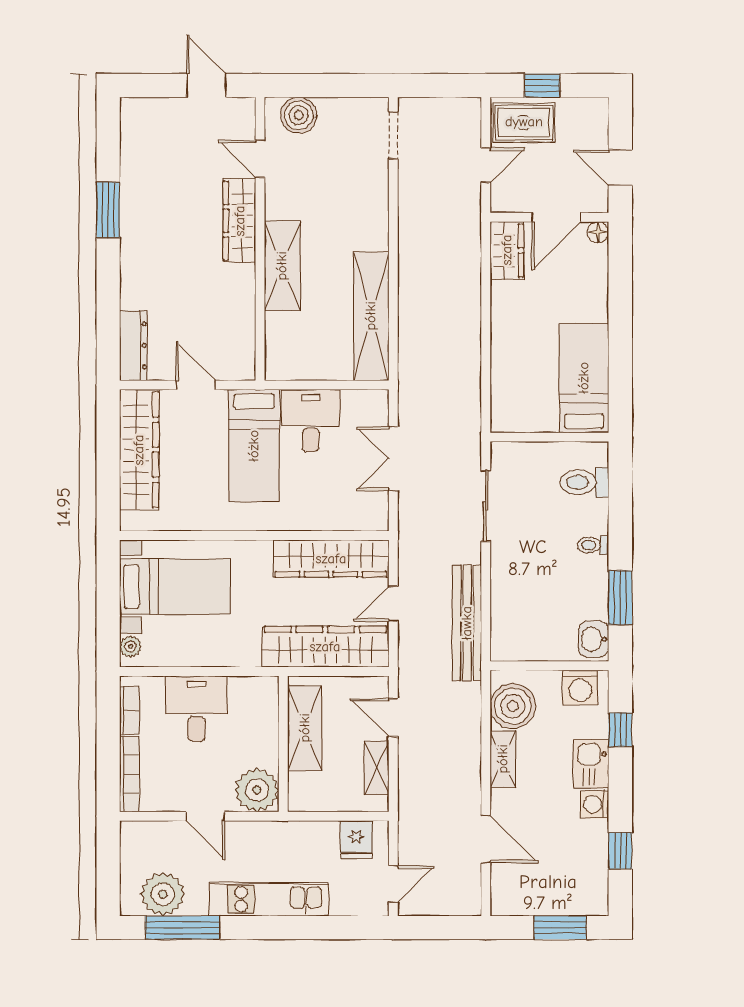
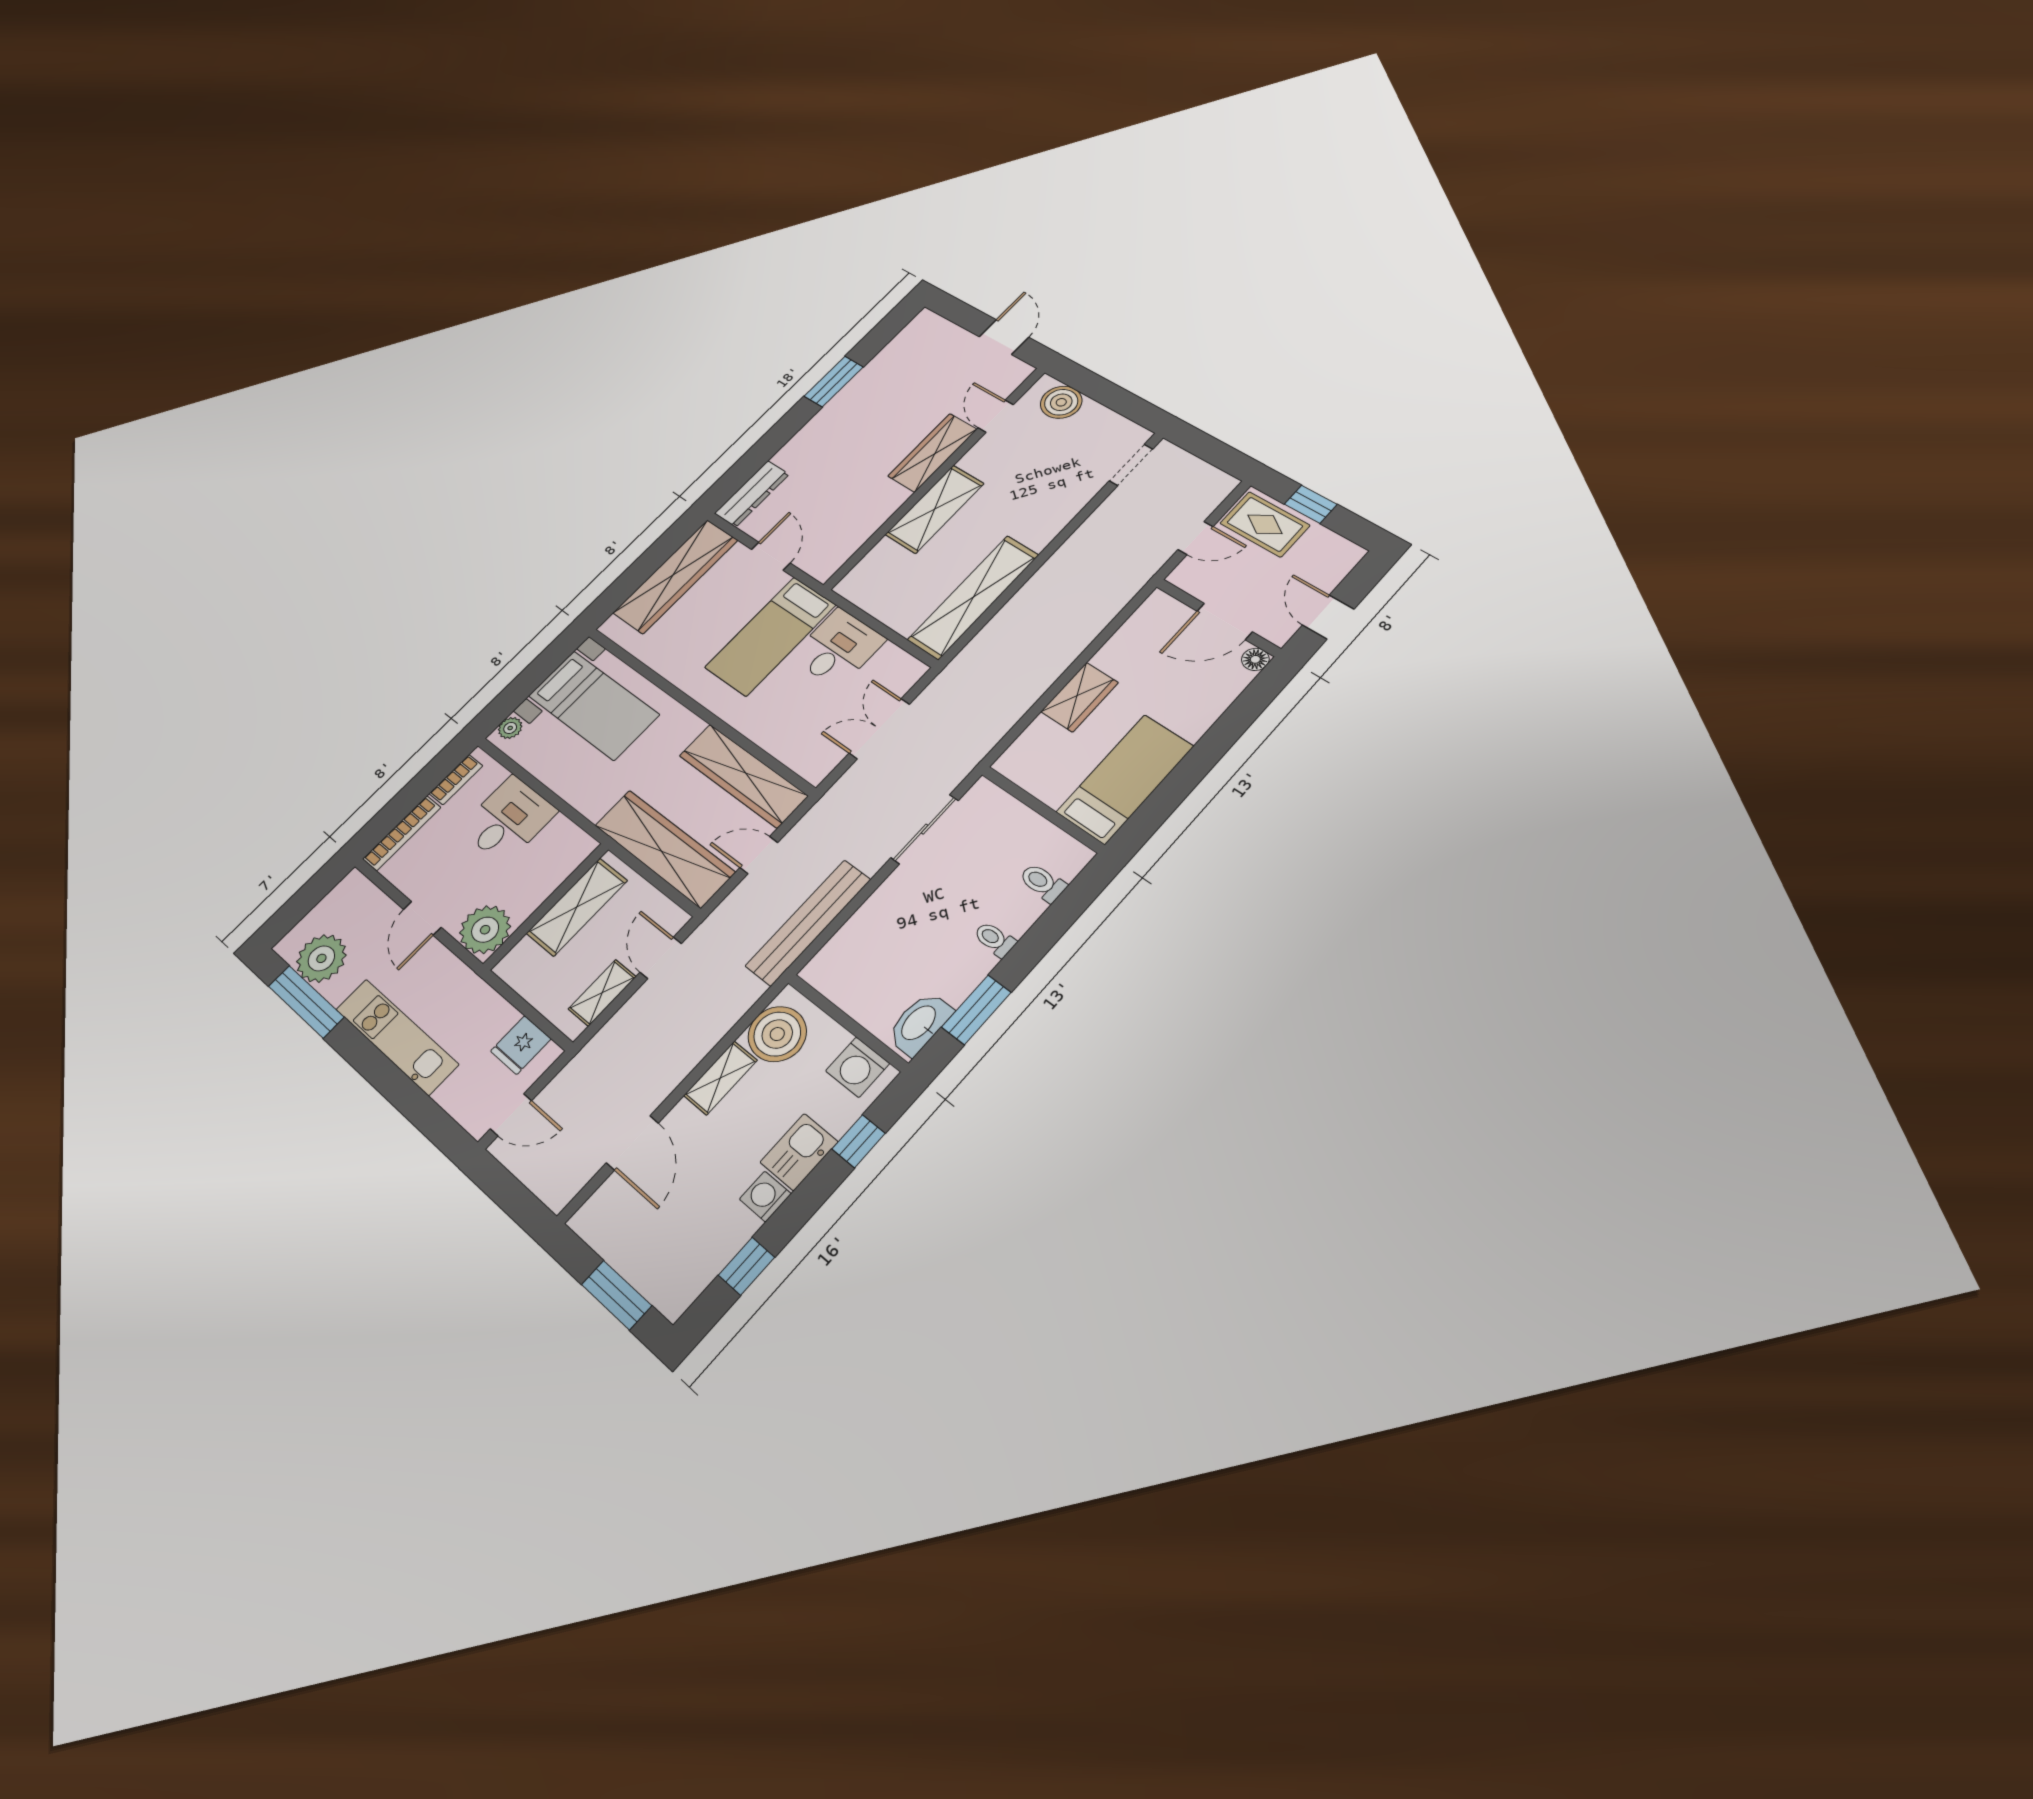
wardrobe: (507, 250) -> (1080, 697), moved
toilet: (584, 482) -> (1043, 883), width x0.73, depth x0.72
washbasin: (594, 639) -> (919, 1023), width x1.38

